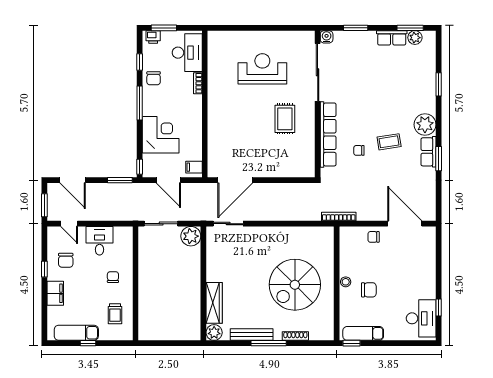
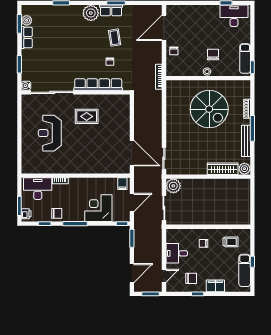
coffee table: (389, 142) -> (115, 38), moved

